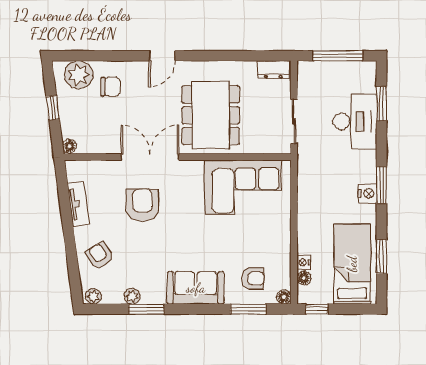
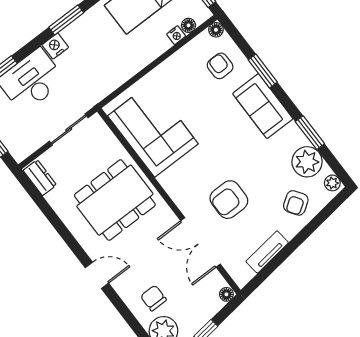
double door: (150, 157) -> (200, 242), moved
nightstand: (368, 193) -> (55, 46), moved
plant: (132, 296) -> (307, 162), width x1.88, depth x1.88
window: (248, 309) -> (263, 71), moved

